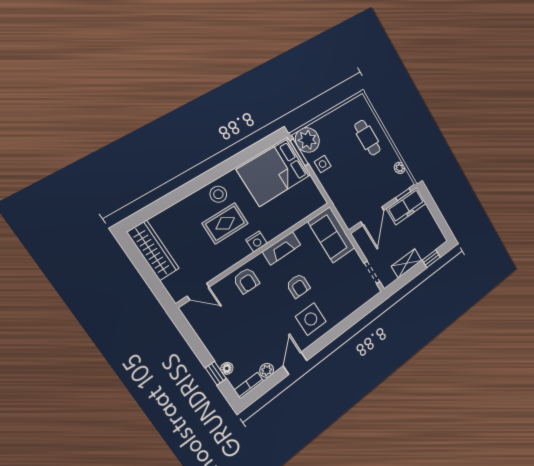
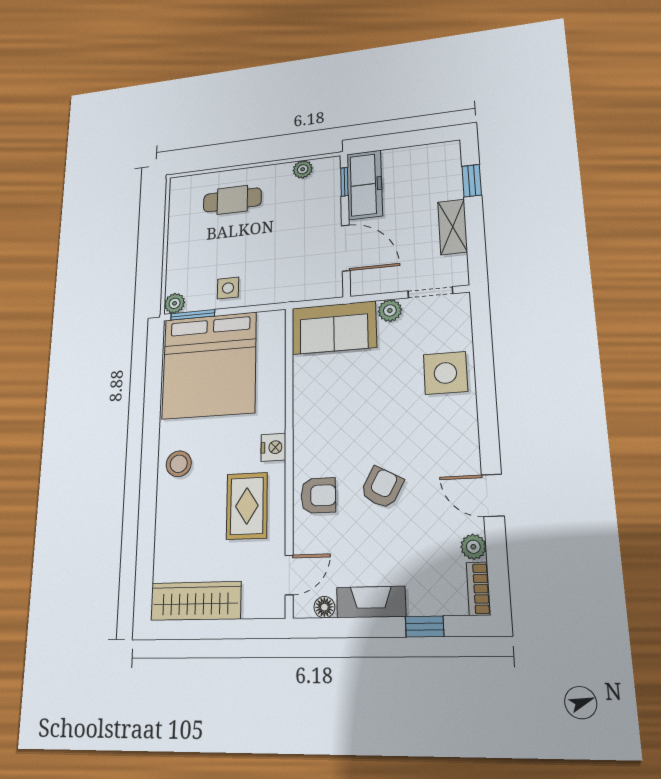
plant: (307, 140) -> (175, 303), width x0.53, depth x0.53
bed: (274, 172) -> (209, 365), width x1.36
rug: (225, 223) -> (247, 506), moved
fireplace: (282, 248) -> (371, 602), moved, turned -90
plant: (354, 258) -> (390, 311), added
armchair: (298, 286) -> (382, 487), moved, turned -62
side table: (311, 319) -> (445, 373), moved
floor lamp: (227, 368) -> (324, 607), moved

